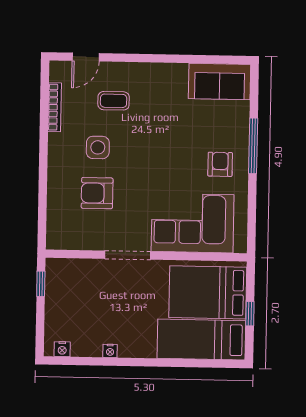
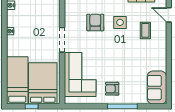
armchair: (220, 164) -> (112, 89), turned 180

